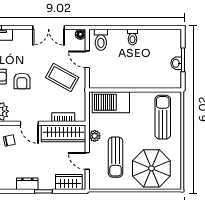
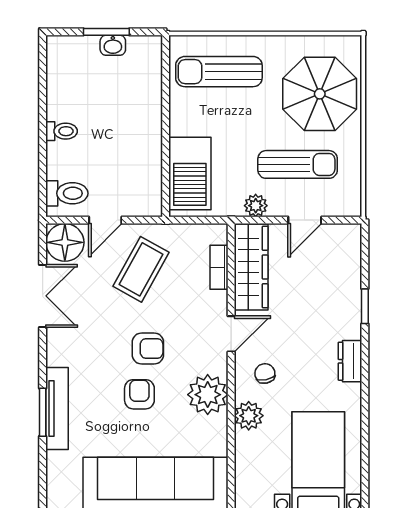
floor lamp: (80, 34) -> (65, 242), width x1.89, depth x1.89
wardrobe: (69, 182) -> (347, 256), removed
dresser: (27, 184) -> (350, 361), moved

